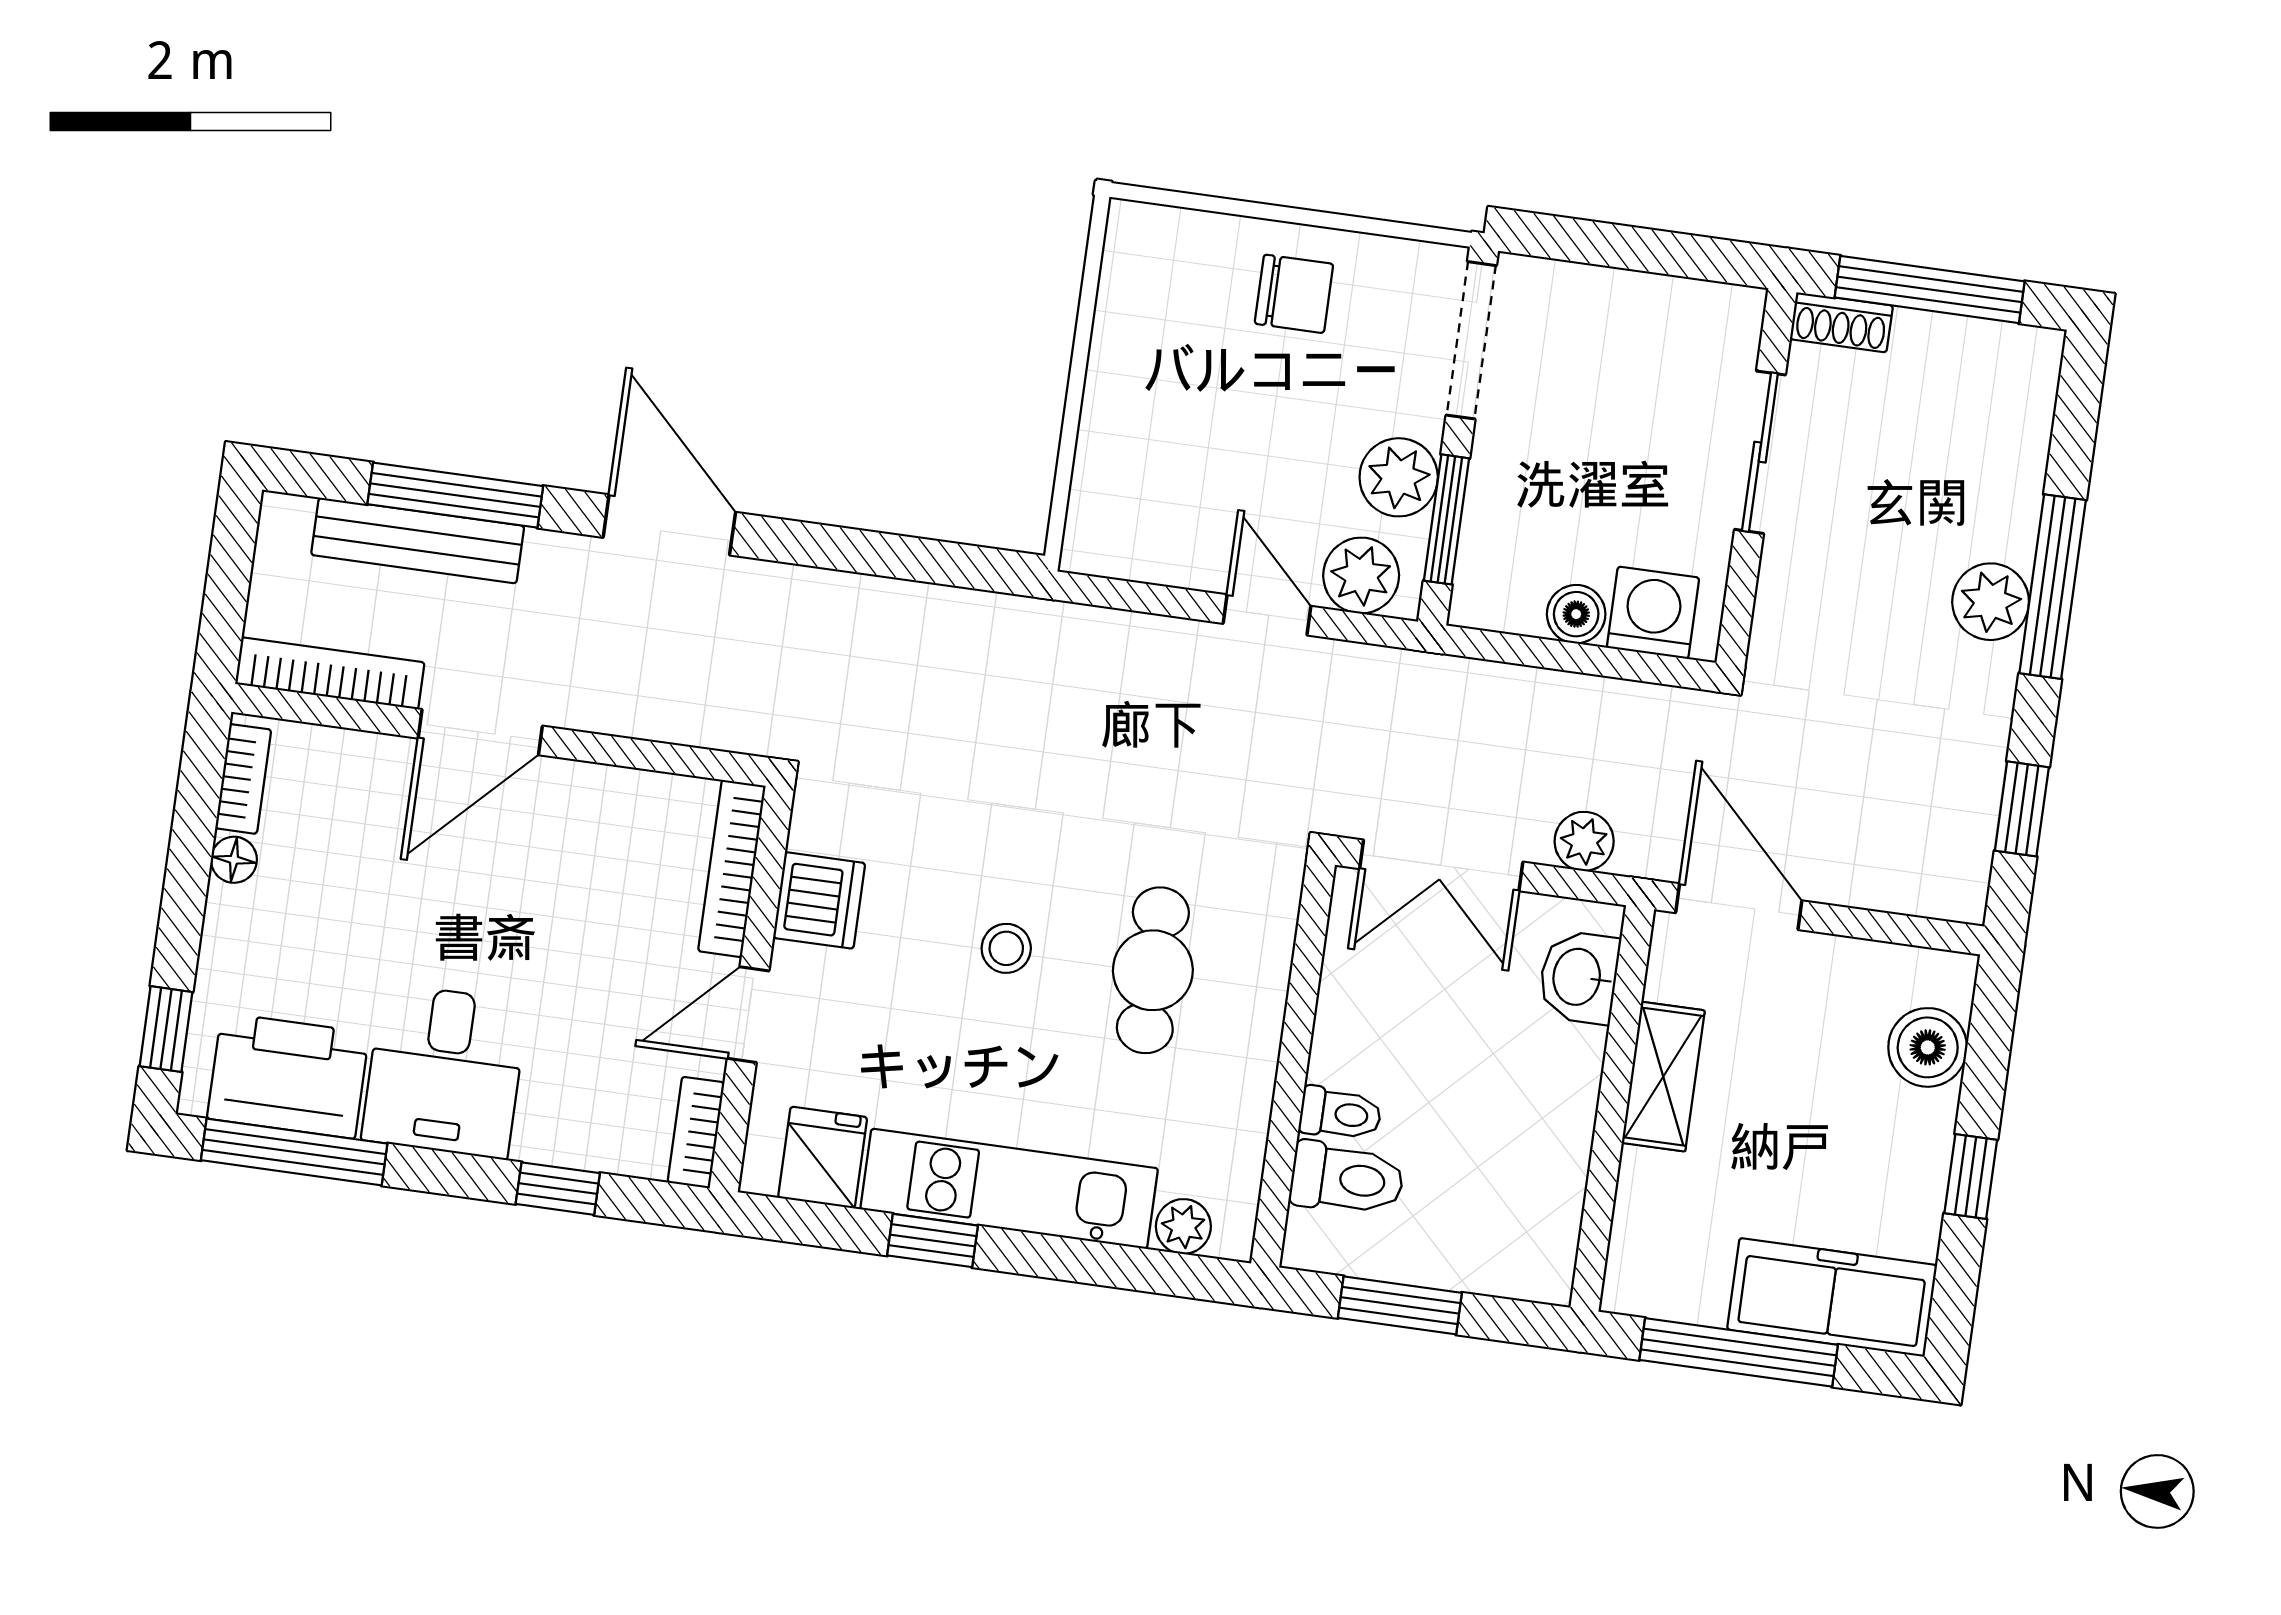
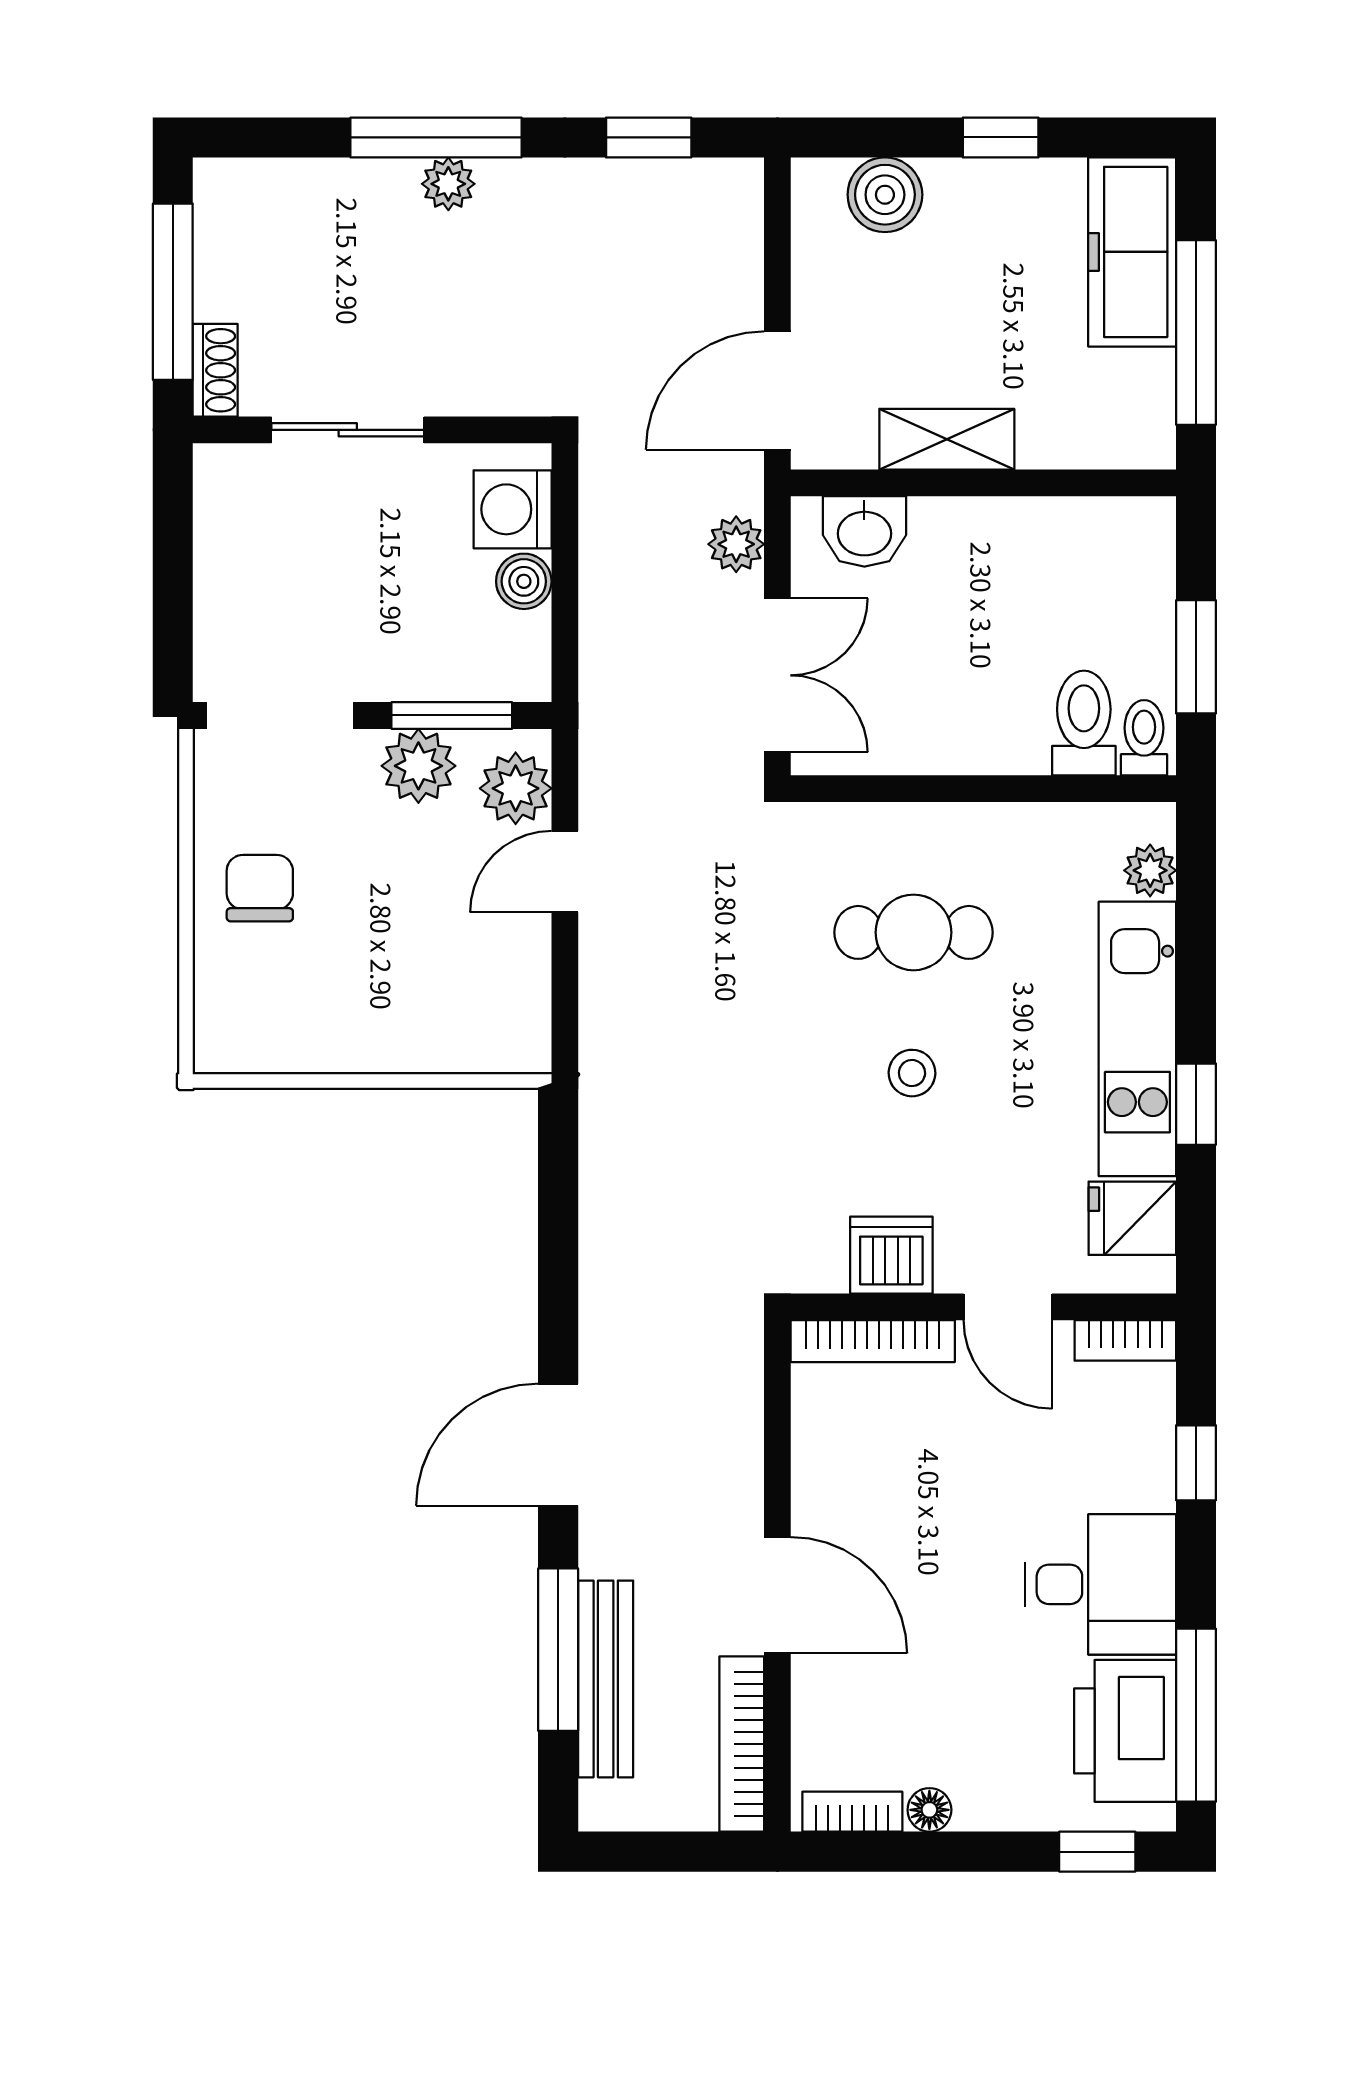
plant: (1991, 602) -> (448, 184), width x0.73, depth x0.73
toilet: (1340, 1114) -> (1144, 738), moved

